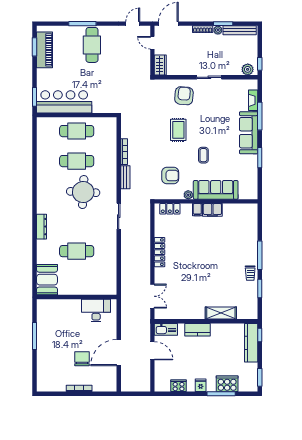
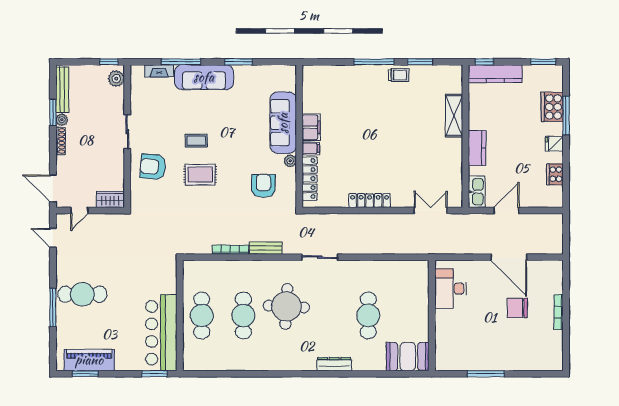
coffee table: (203, 155) -> (196, 141), moved
locker: (170, 209) -> (310, 179), width x1.53

